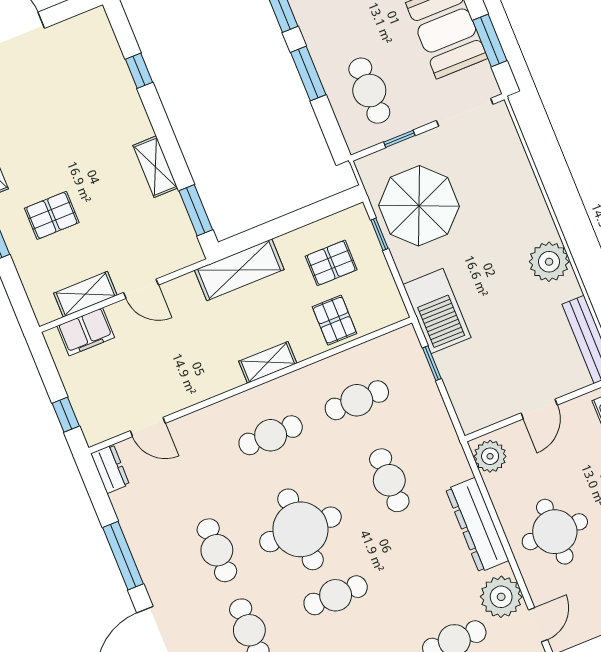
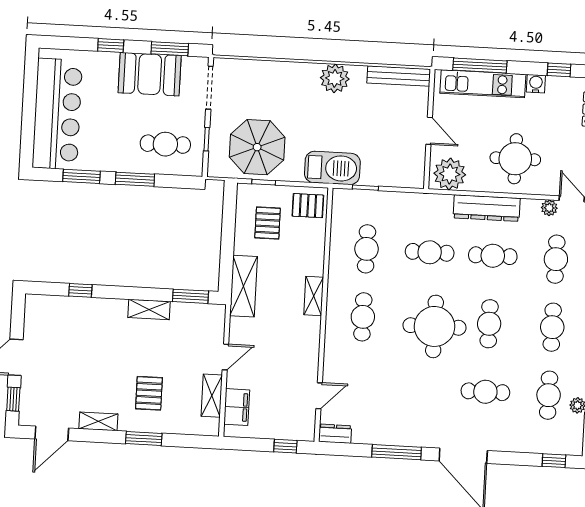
pallet: (335, 320) -> (308, 206), moved
plant: (490, 456) -> (450, 174), width x1.36, depth x1.36
cafe table: (217, 550) -> (493, 256), moved
plant: (501, 597) -> (549, 208), width x0.53, depth x0.53

